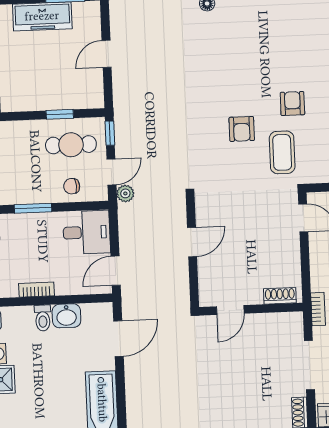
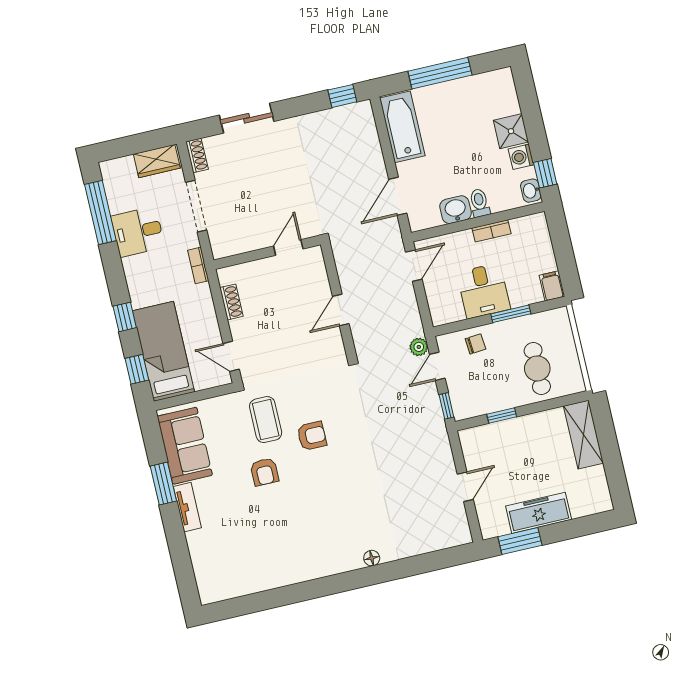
armchair: (242, 129) -> (312, 436), turned 90
cafe table: (71, 145) -> (537, 368), moved, turned 90
desk: (87, 232) -> (484, 291), moved, turned -90
shoe rack: (280, 296) -> (231, 302), moved, turned -90

